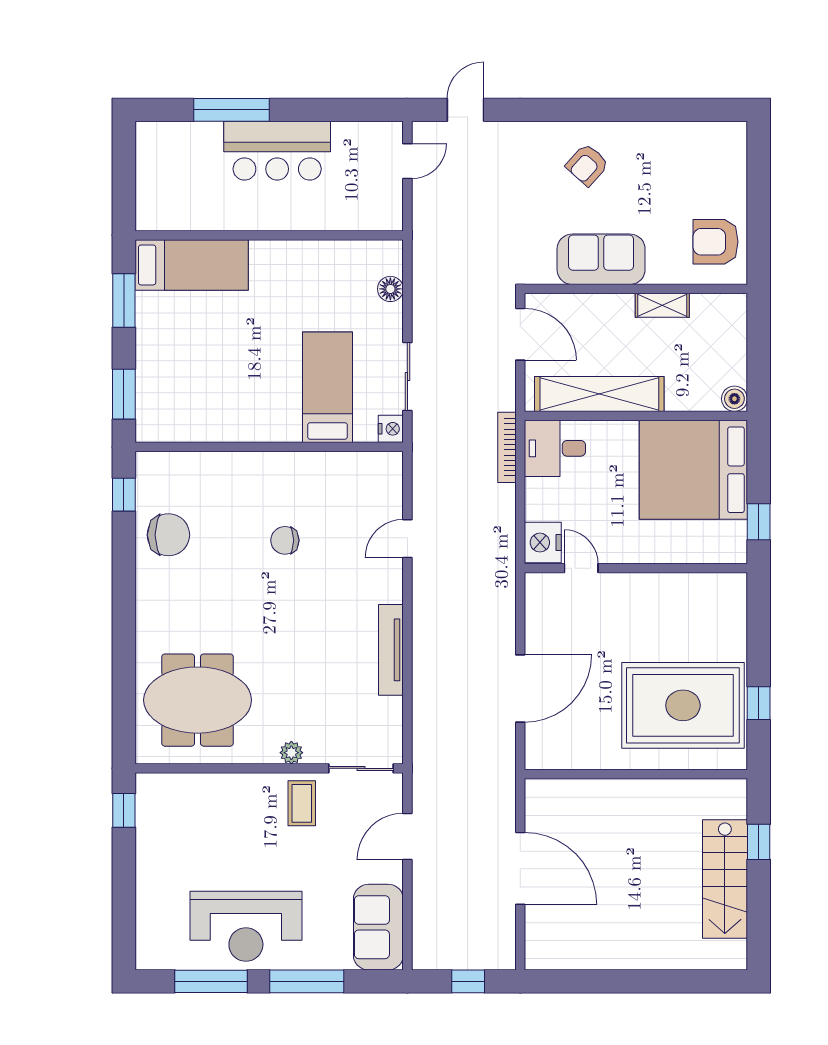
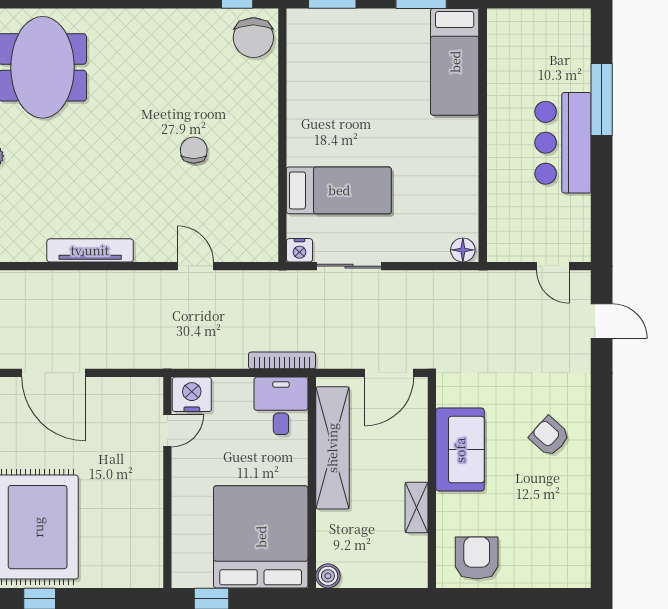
floor lamp: (390, 289) -> (463, 250), moved
chair: (168, 535) -> (253, 38), moved

